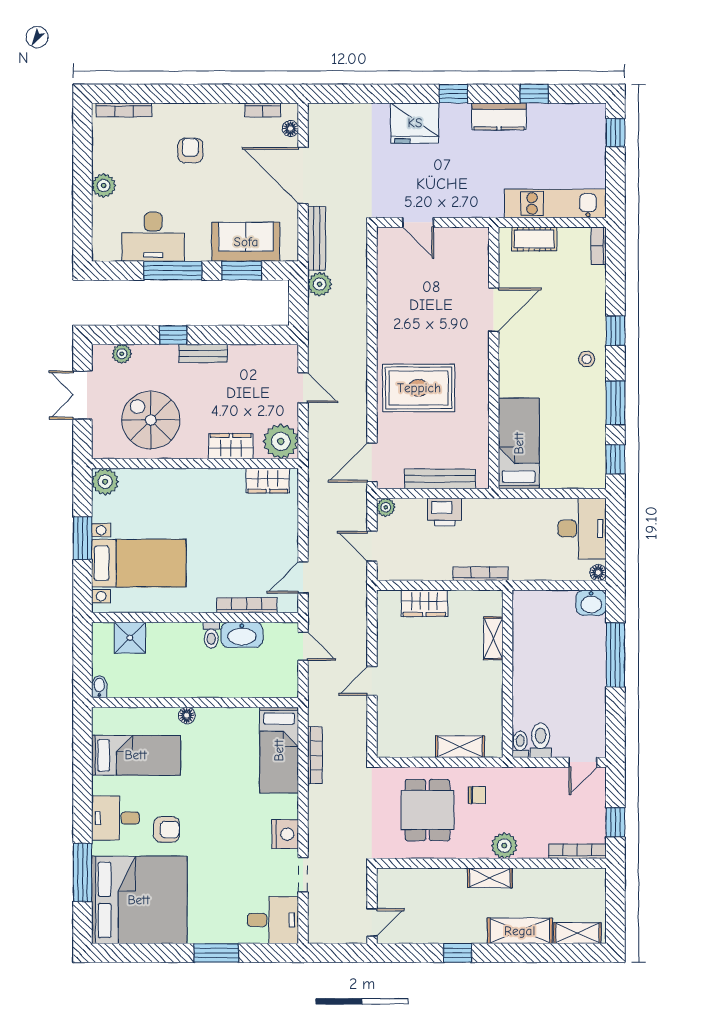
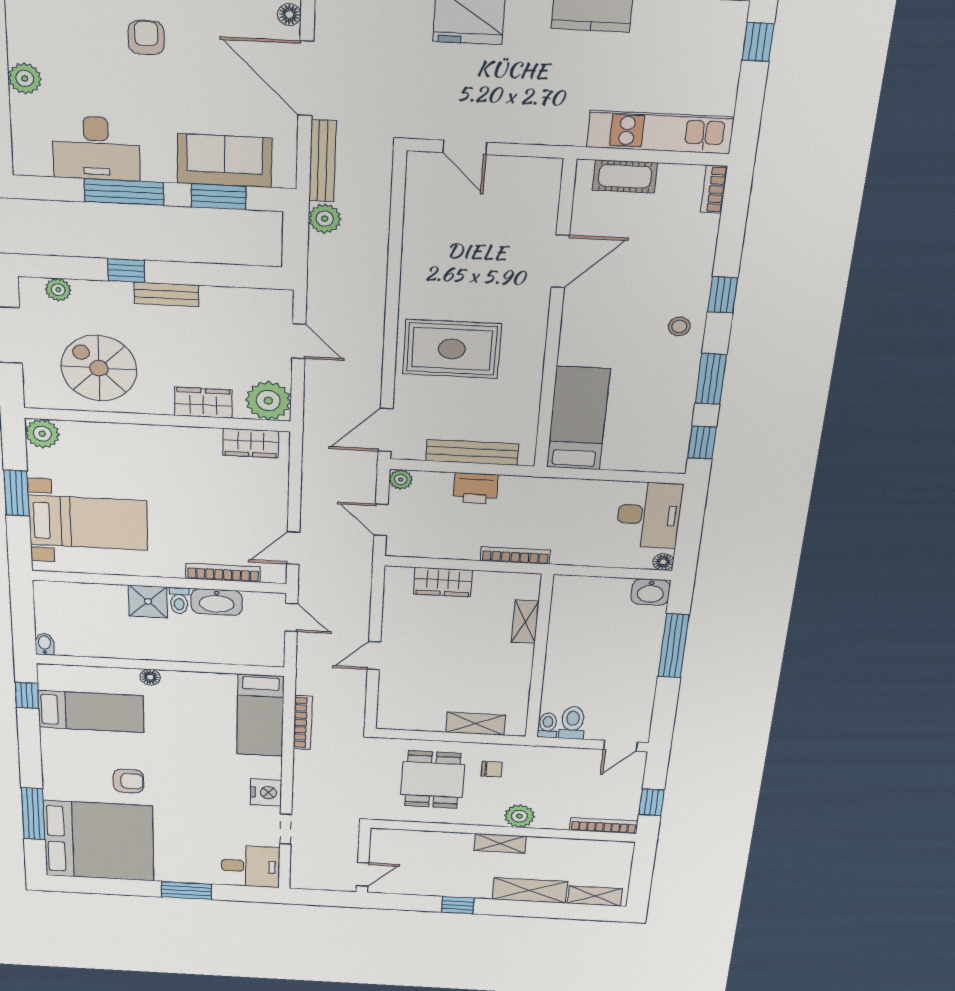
shower: (130, 638) -> (148, 601), moved
window: (82, 741) -> (27, 695), added
desk: (116, 818) -> (69, 767), removed

